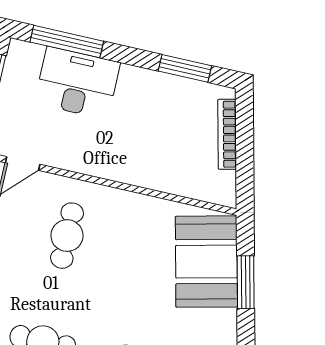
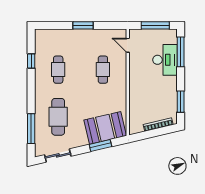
cafe table: (67, 236) -> (103, 70), turned 90

